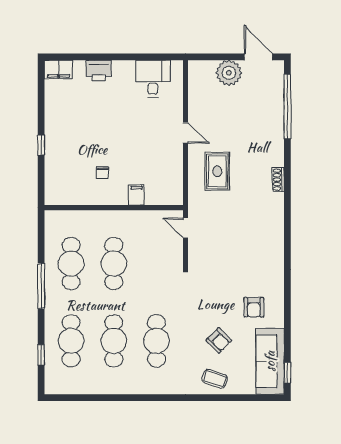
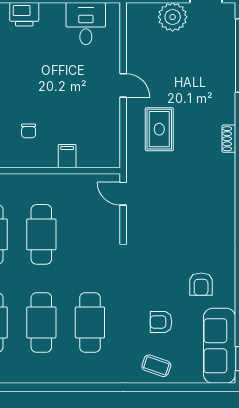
armchair: (219, 340) -> (161, 322), turned 135

